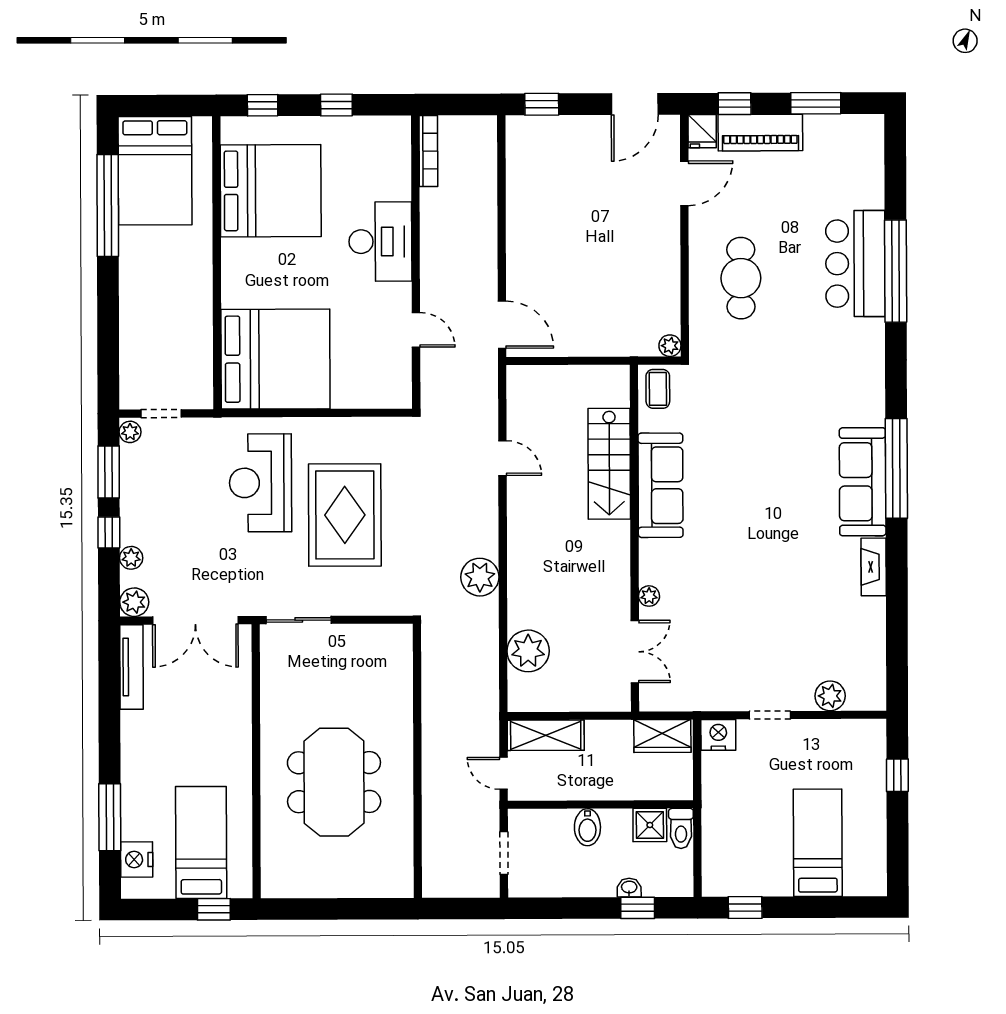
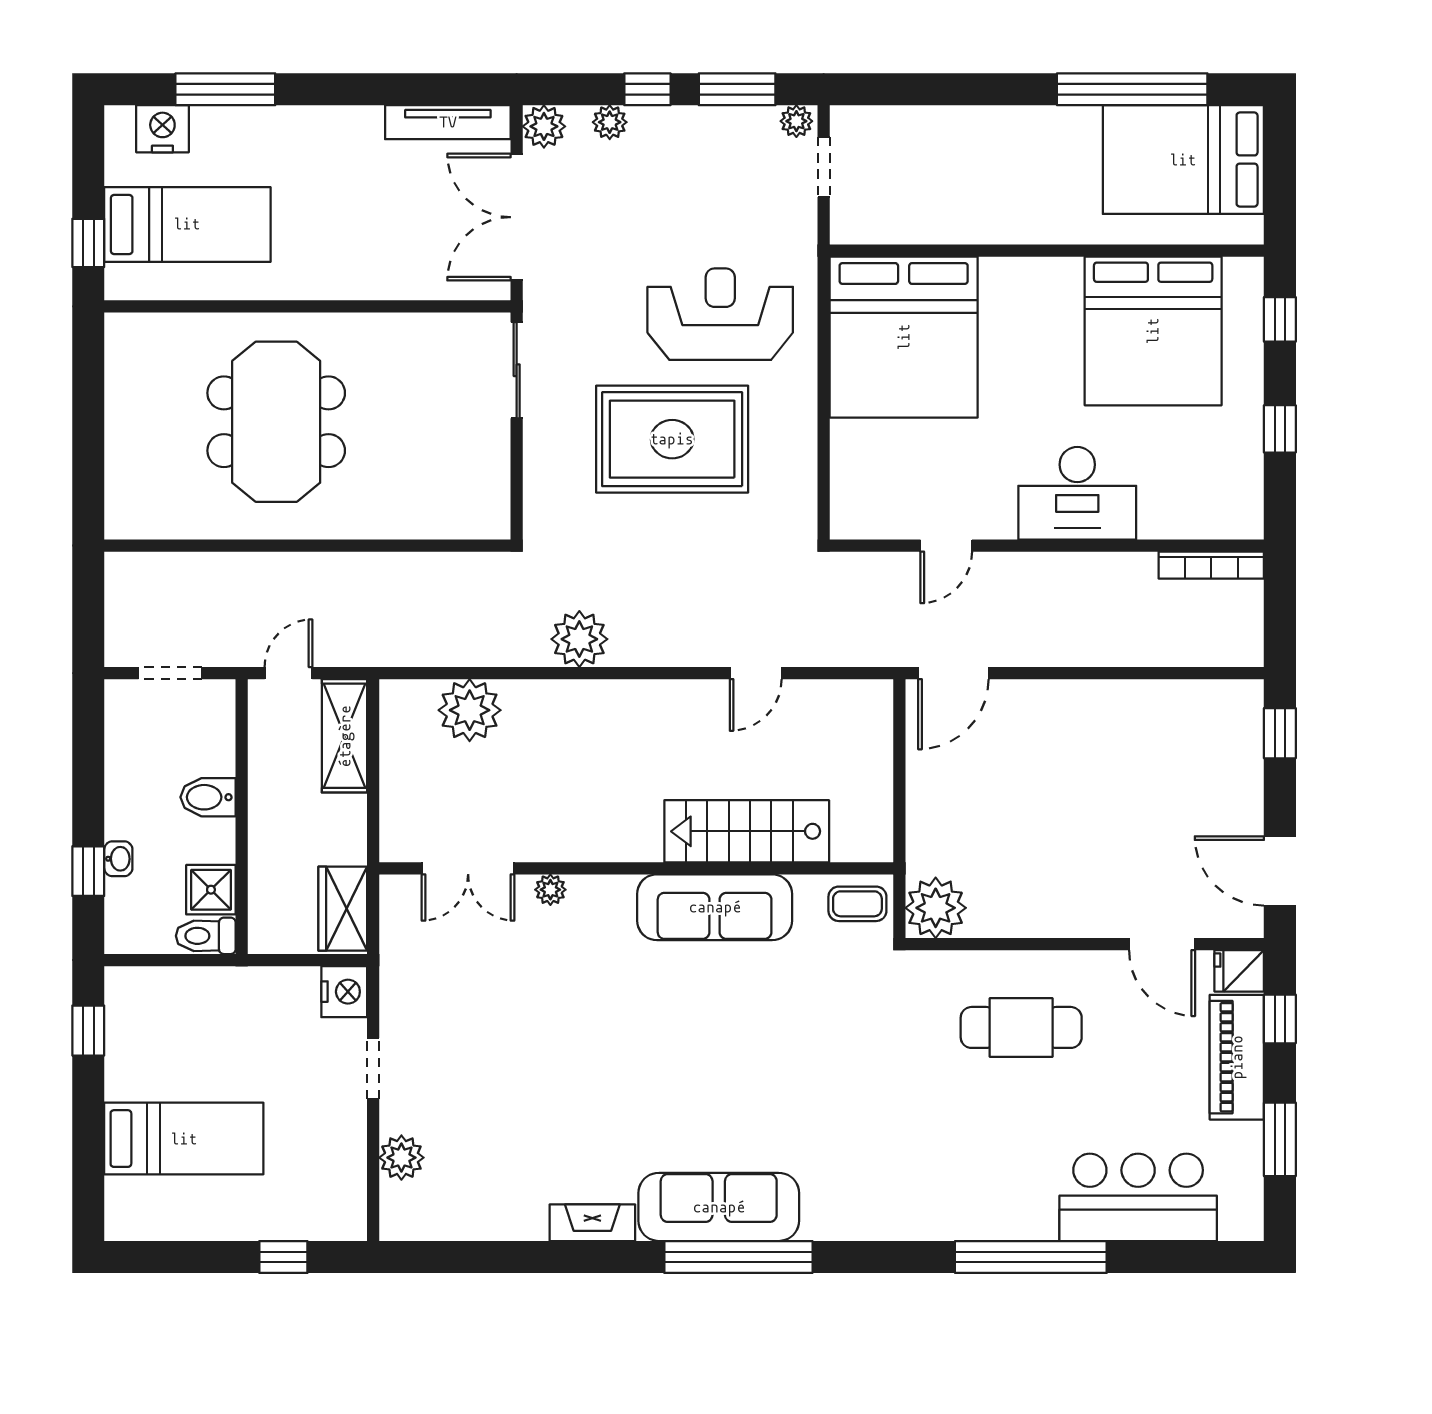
bar counter: (855, 264) -> (1138, 1197), moved
plant: (670, 346) -> (936, 908), width x1.88, depth x1.88
meeting table: (334, 782) -> (276, 422), turned 90

